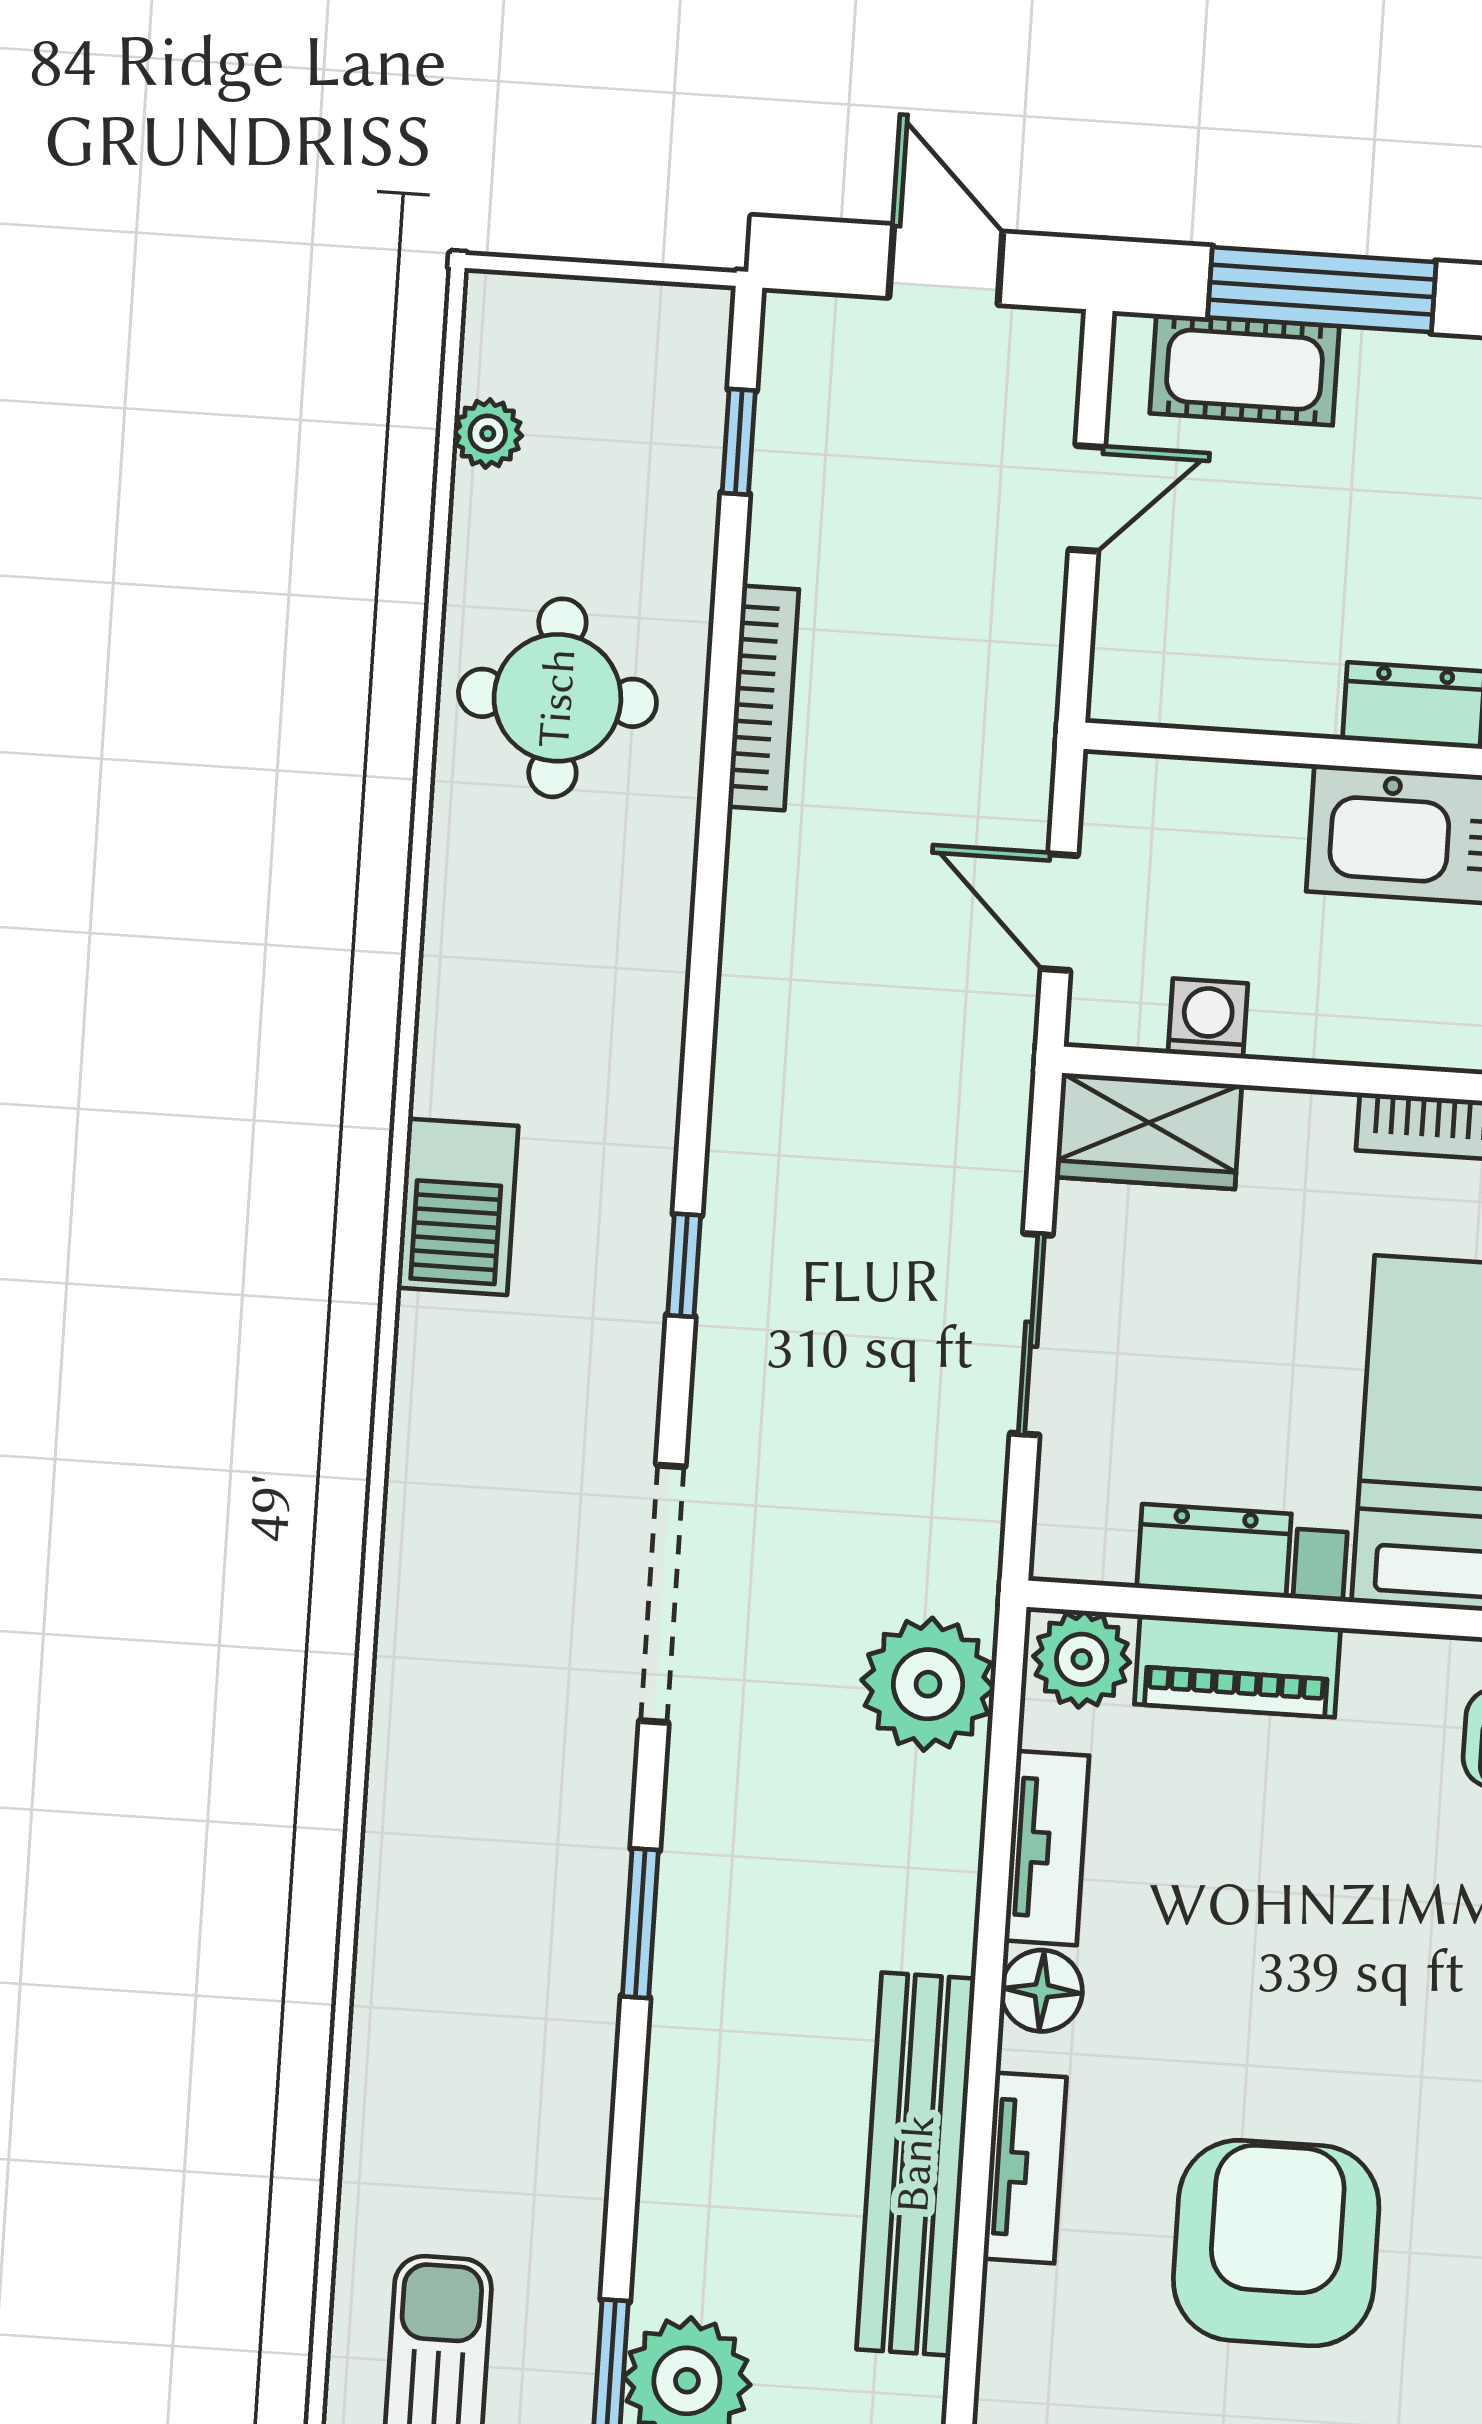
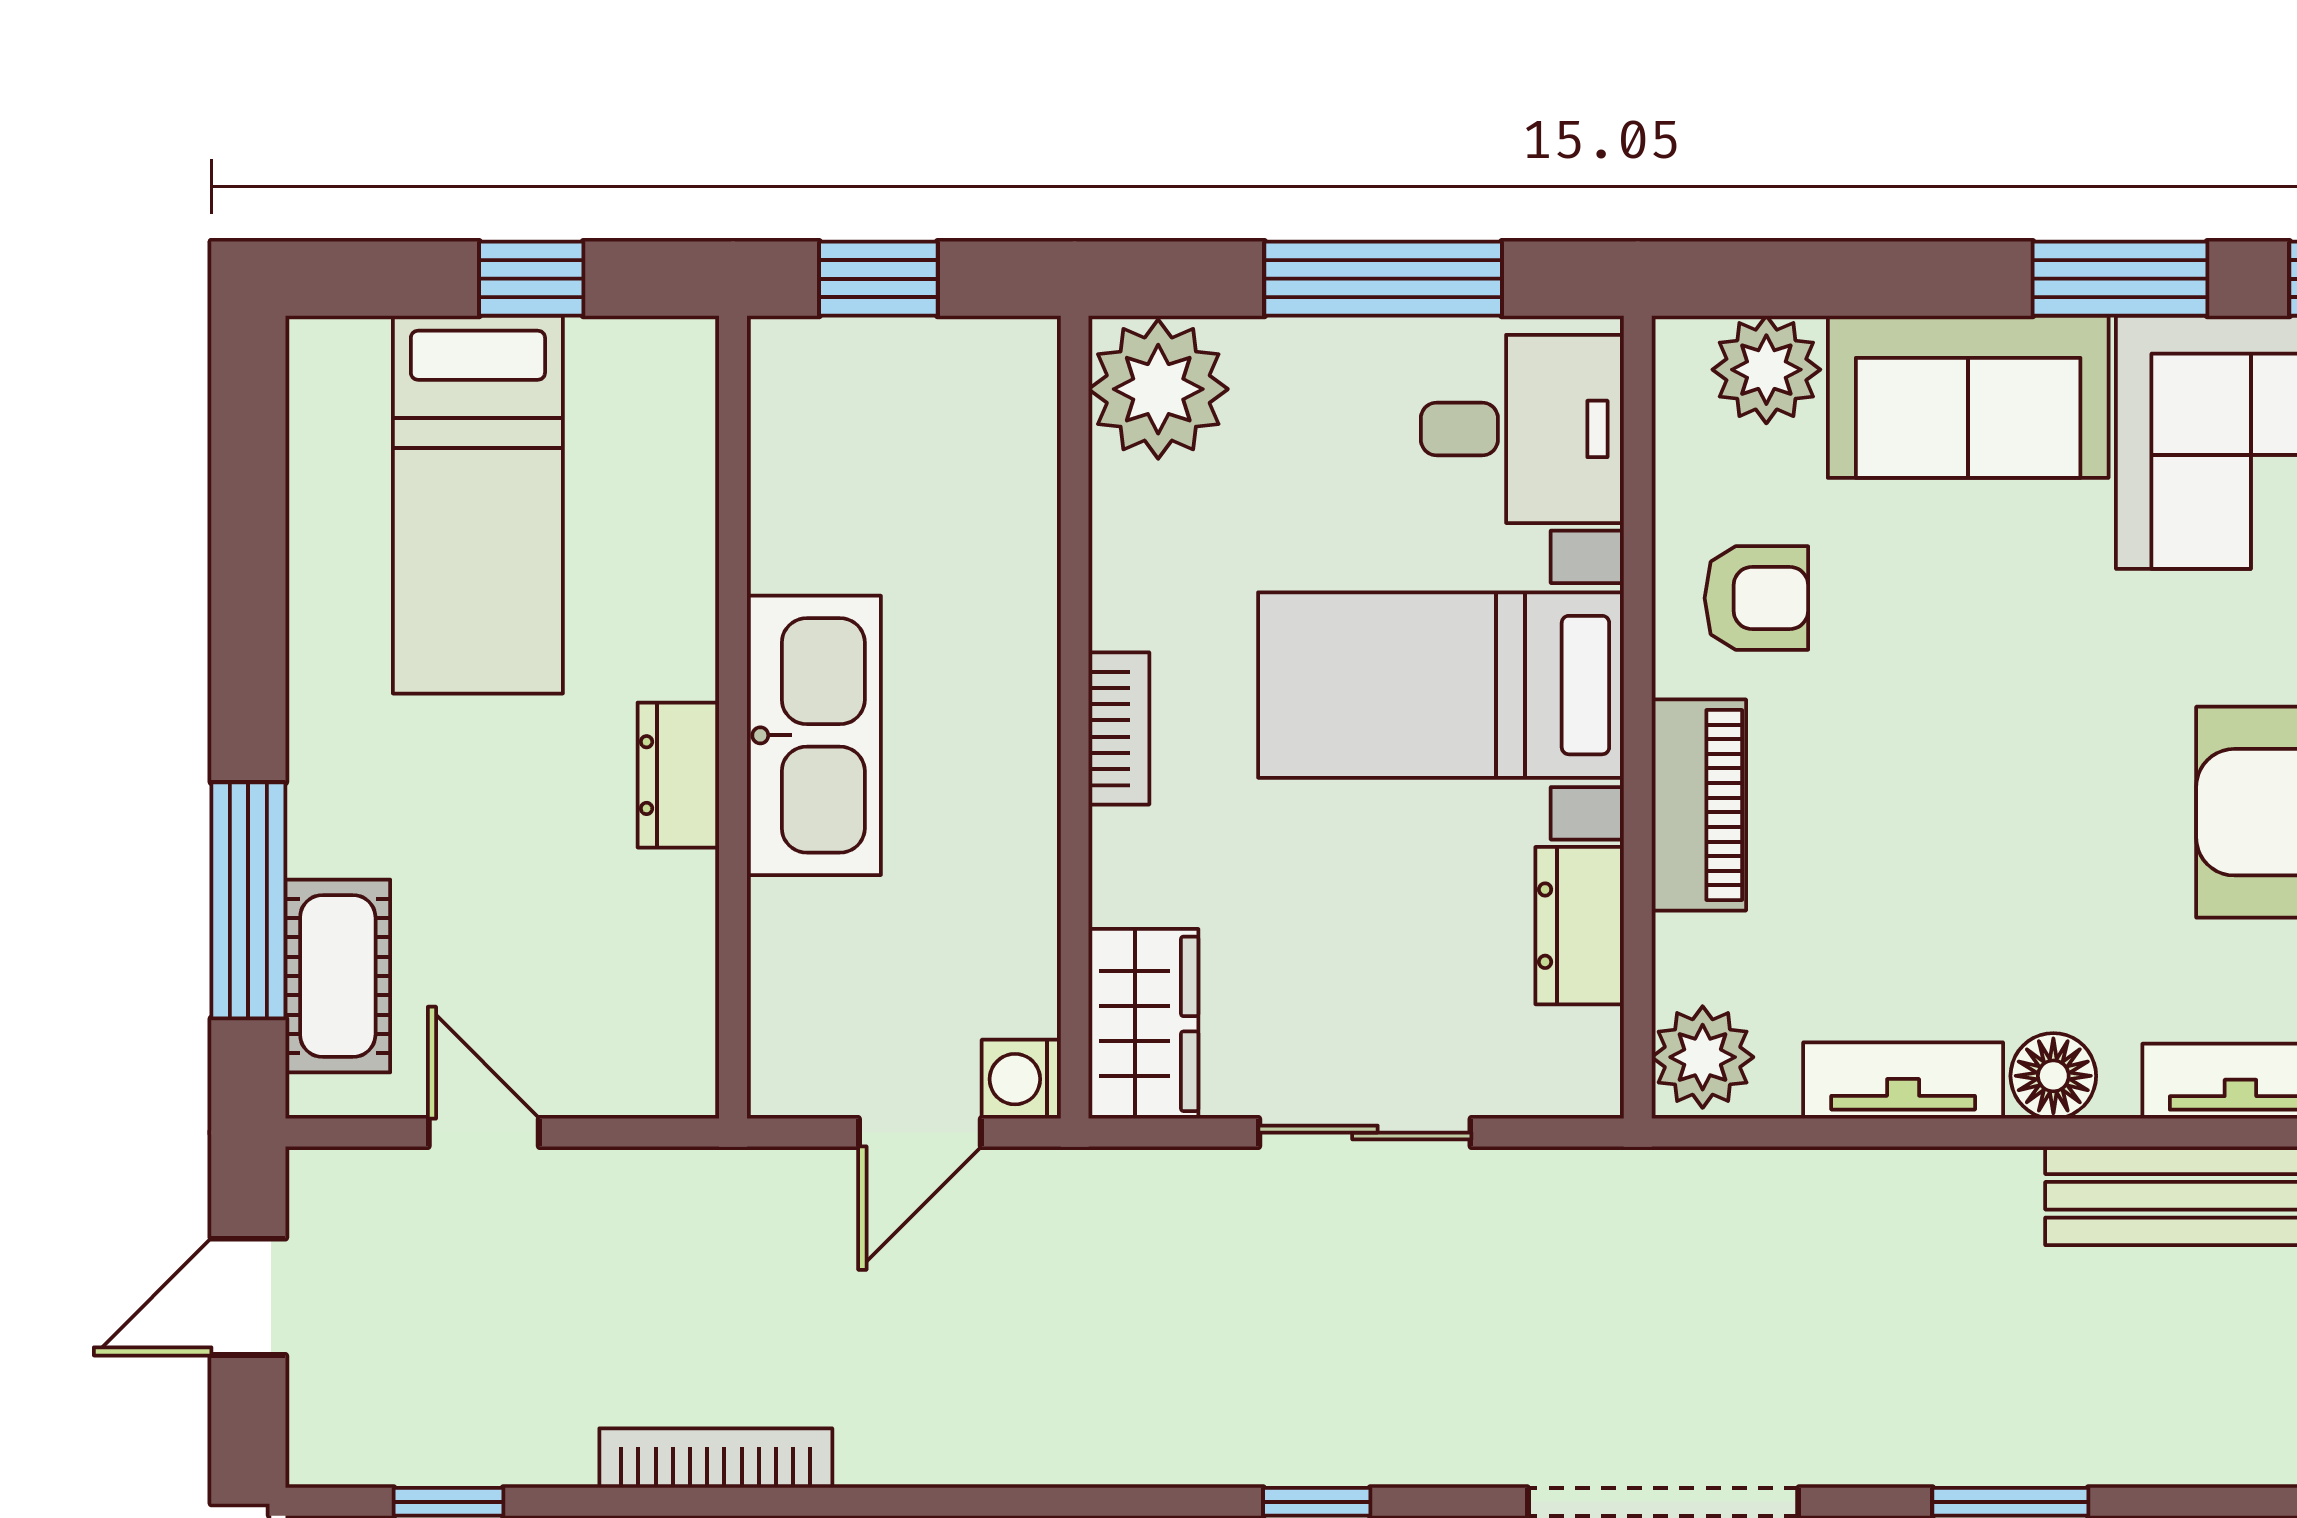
washing machine: (1208, 1018) -> (1021, 1079), moved
piano: (1237, 1666) -> (1699, 805), moved
plant: (928, 1684) -> (1739, 1217), removed

